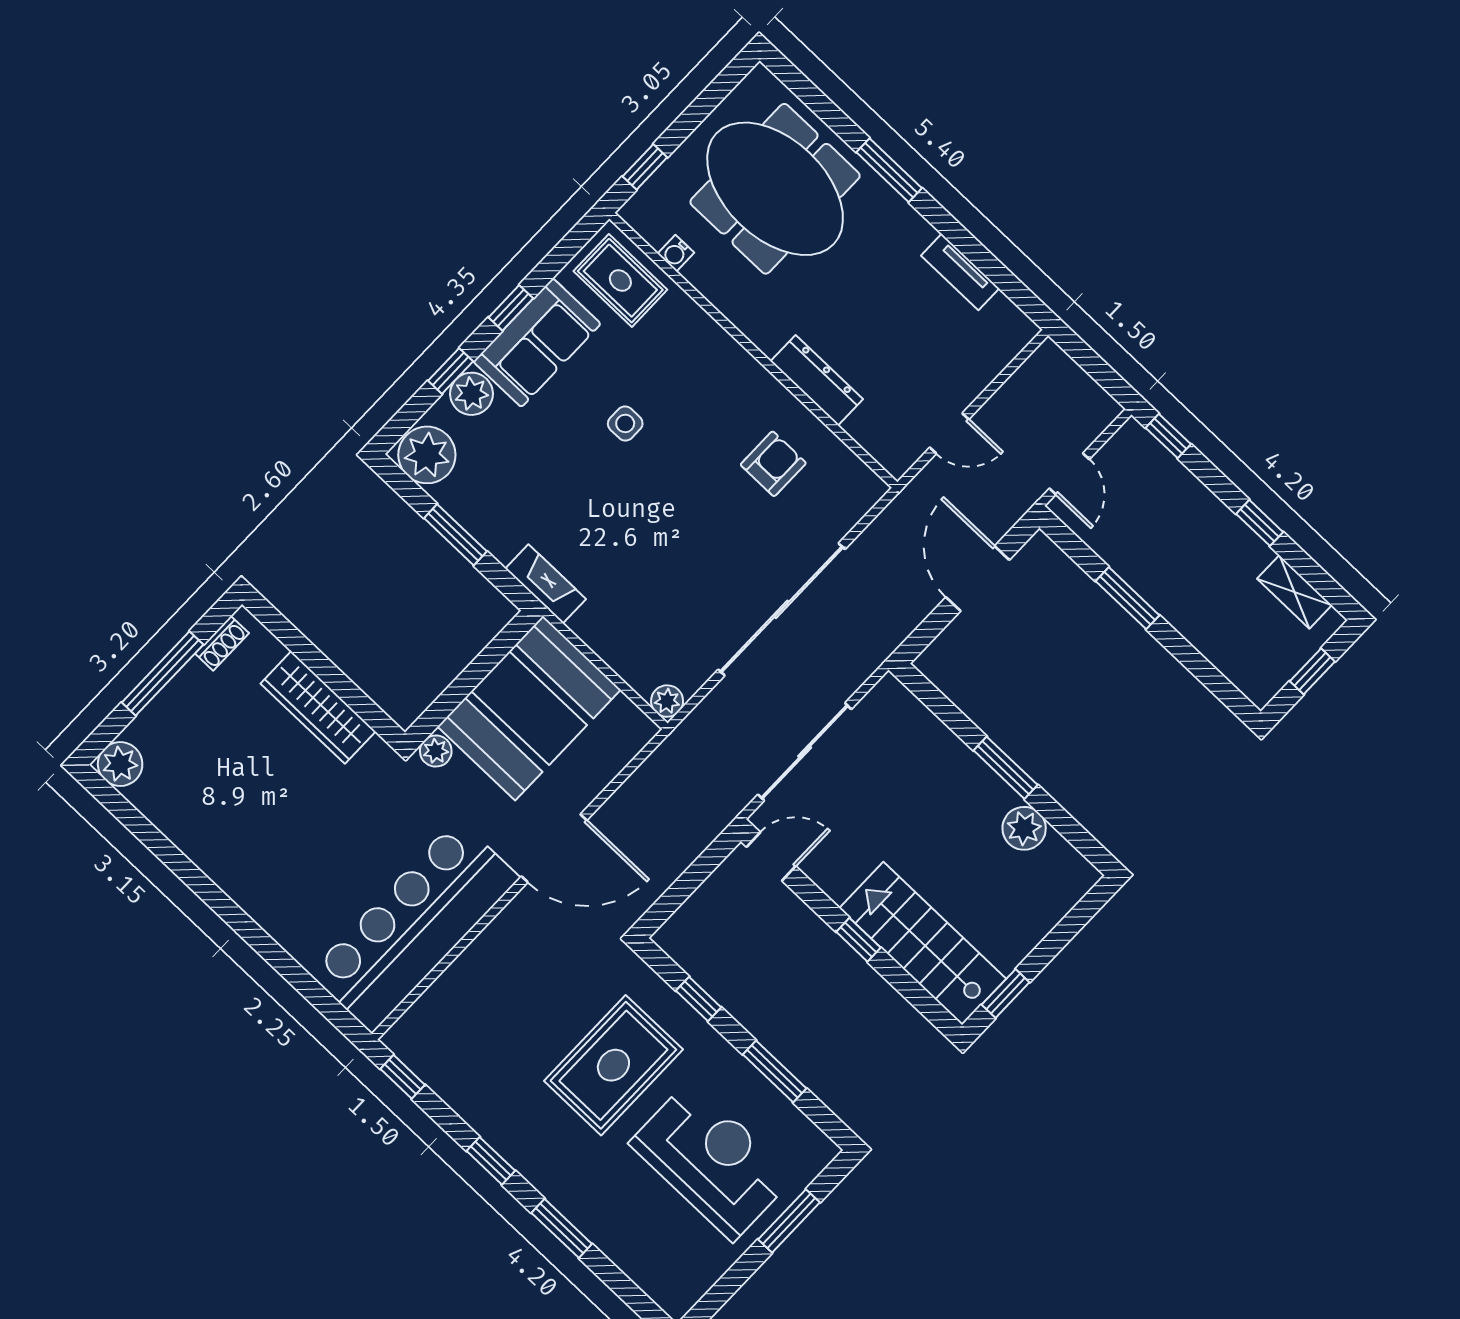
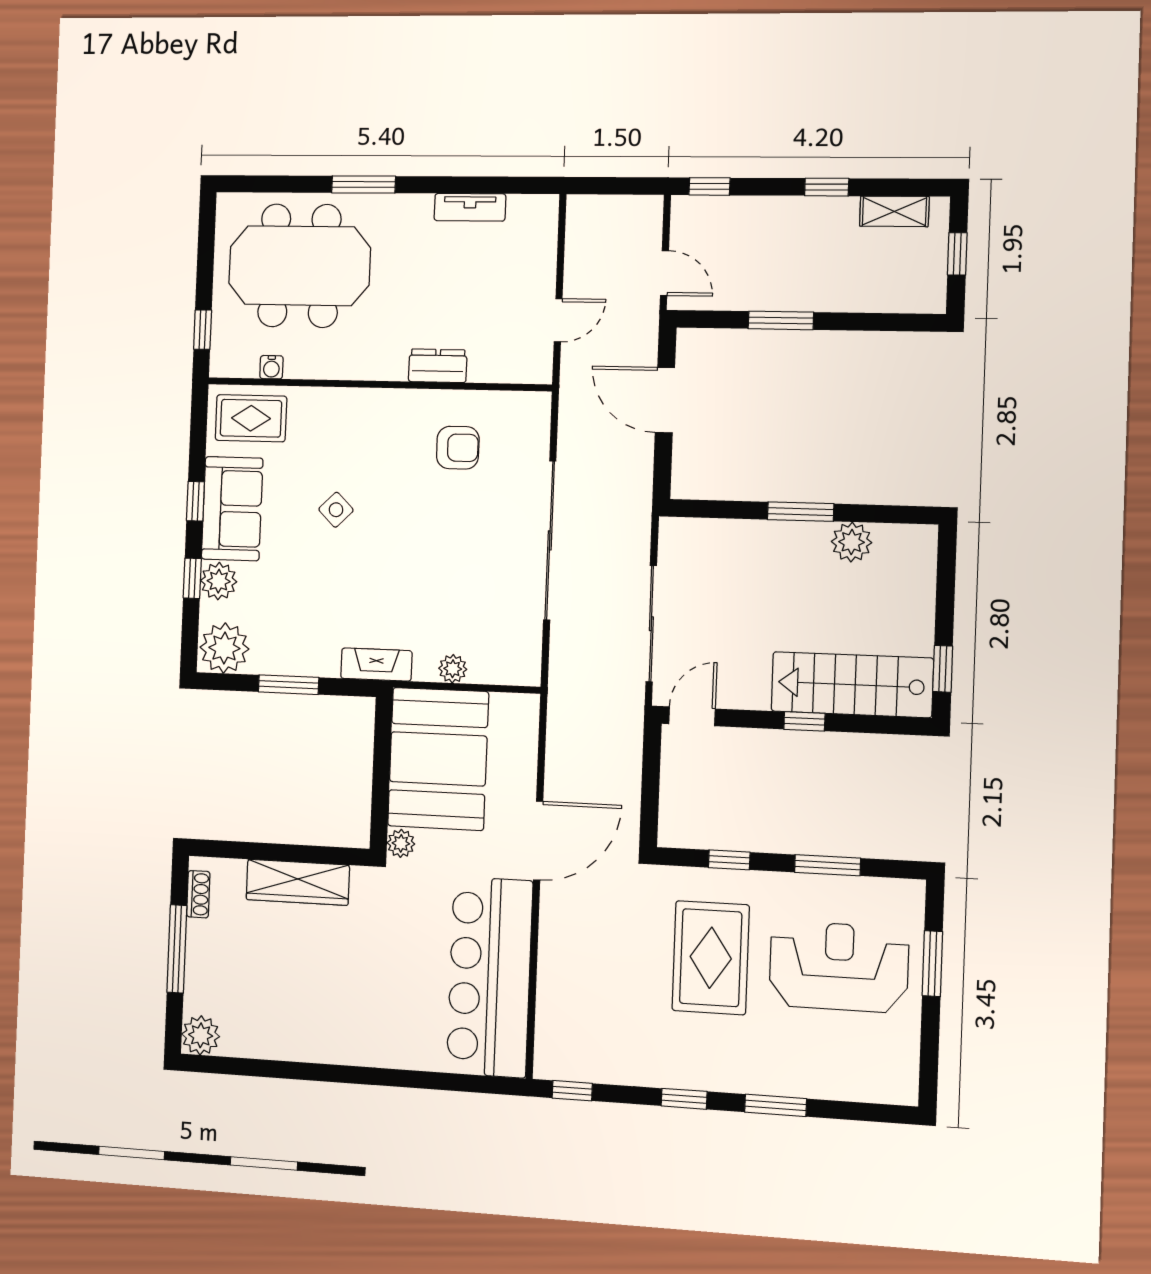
dresser: (817, 380) -> (438, 366), width x0.70
side table: (625, 423) -> (336, 510), turned 45
armchair: (773, 464) -> (458, 448), turned 90
plant: (667, 701) -> (453, 669), moved

